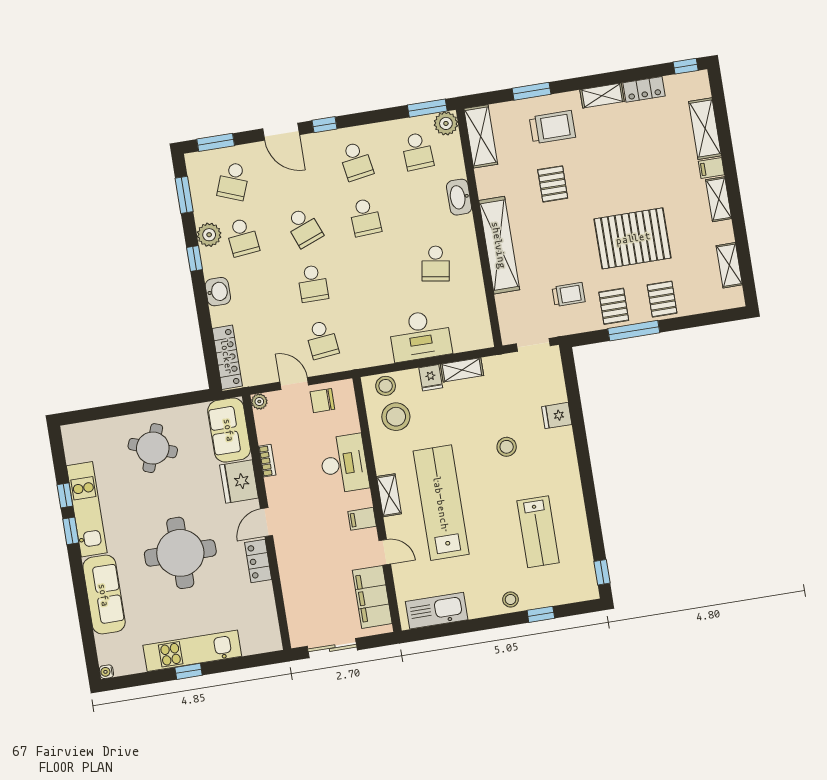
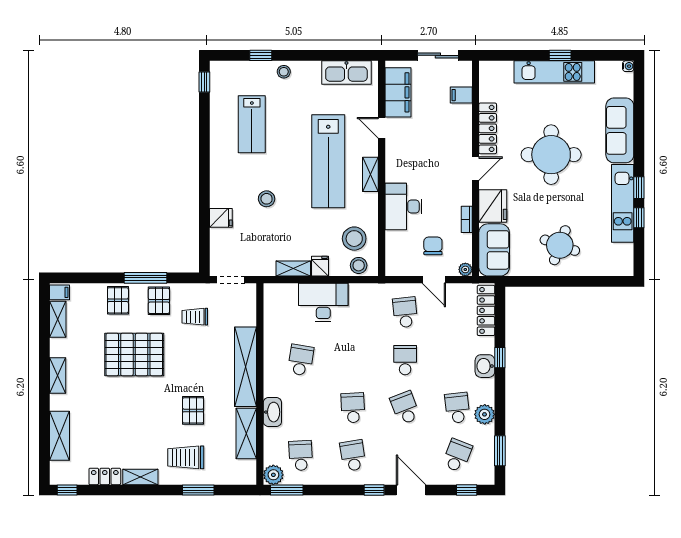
shelving: (481, 136) -> (246, 433), moved
window: (216, 142) -> (467, 490), width x0.67
filing cabinet: (711, 168) -> (59, 292), moved
window: (194, 259) -> (500, 358), moved
chair: (322, 401) -> (433, 246), moved, turned -90
filing cabinet: (362, 519) -> (461, 95), moved, turned 180
lab bench: (538, 532) -> (252, 124), turned 180
locker: (258, 561) -> (488, 128), width x1.53

